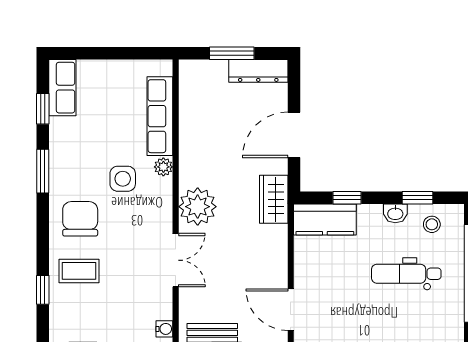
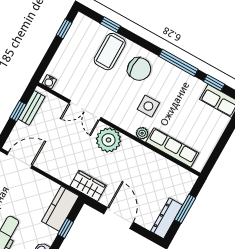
window: (43, 171) -> (178, 63), width x1.44
coffee table: (79, 271) -> (110, 52), width x1.36, depth x1.30

